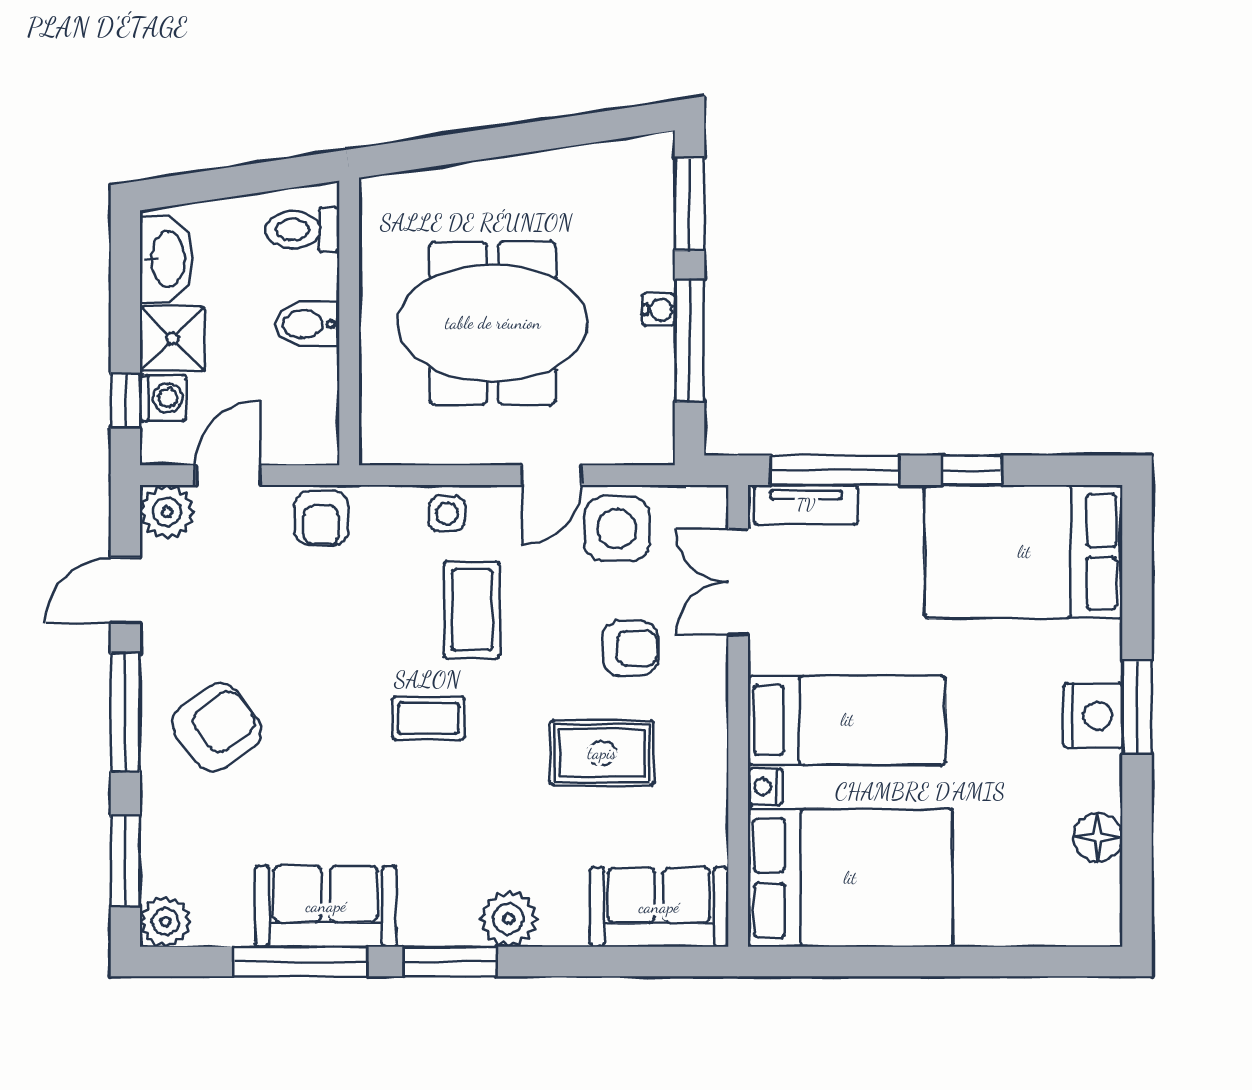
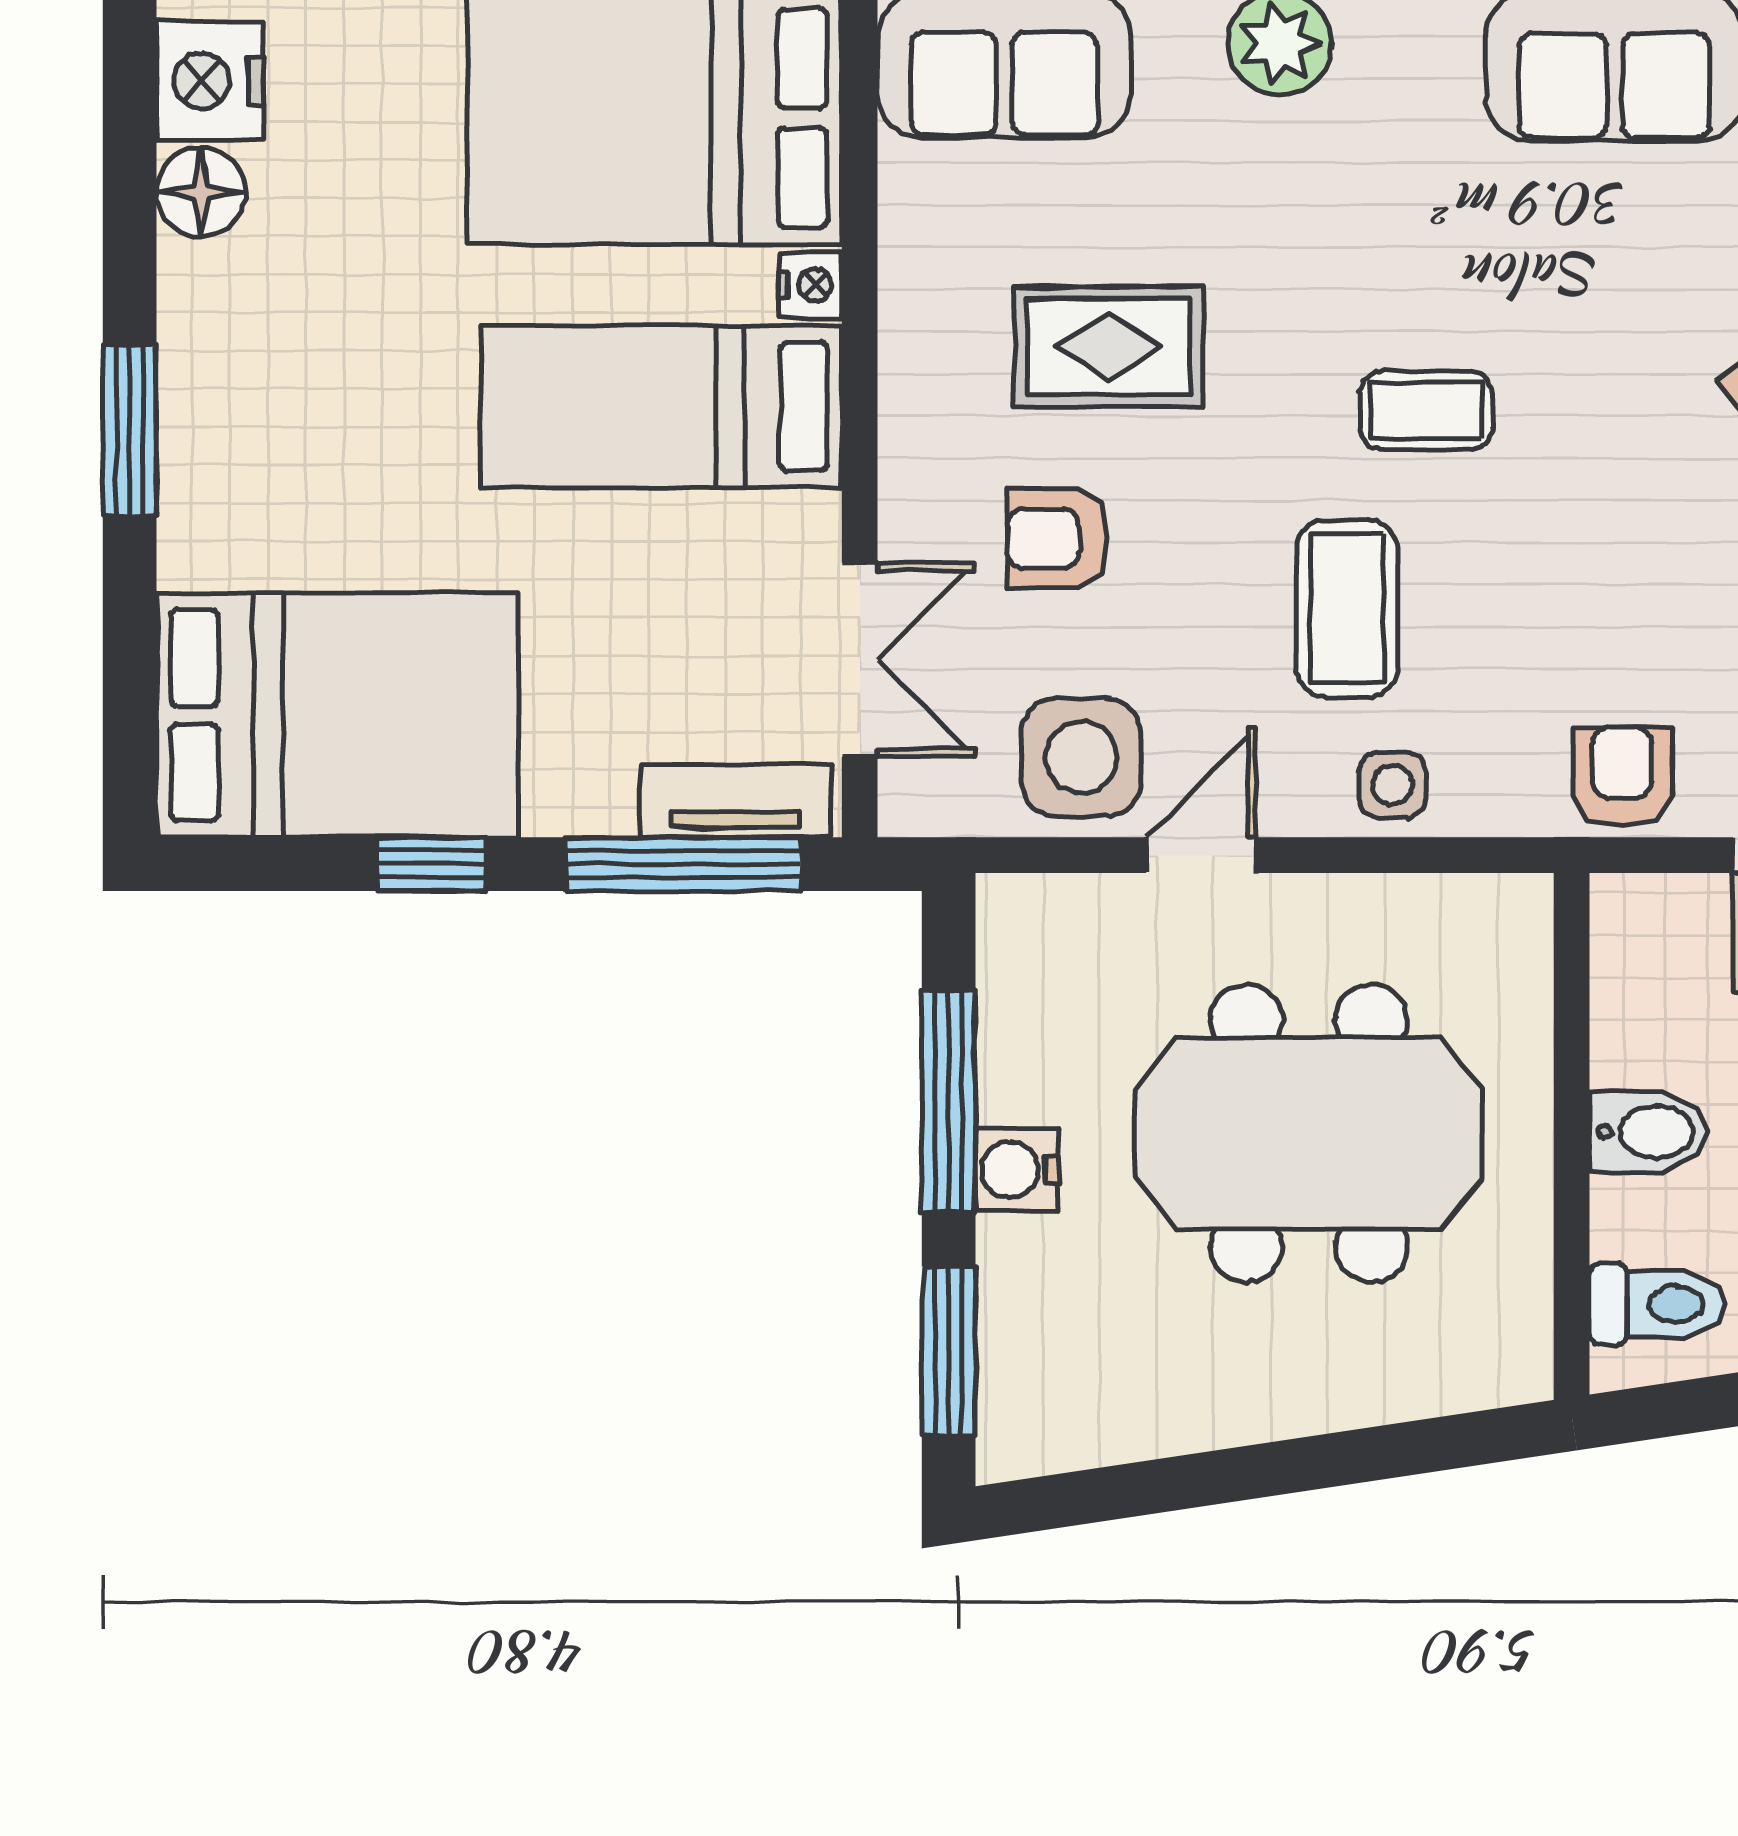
water cooler: (659, 309) -> (1017, 1170), width x1.38, depth x1.38
nightstand: (1093, 716) -> (210, 81), moved

